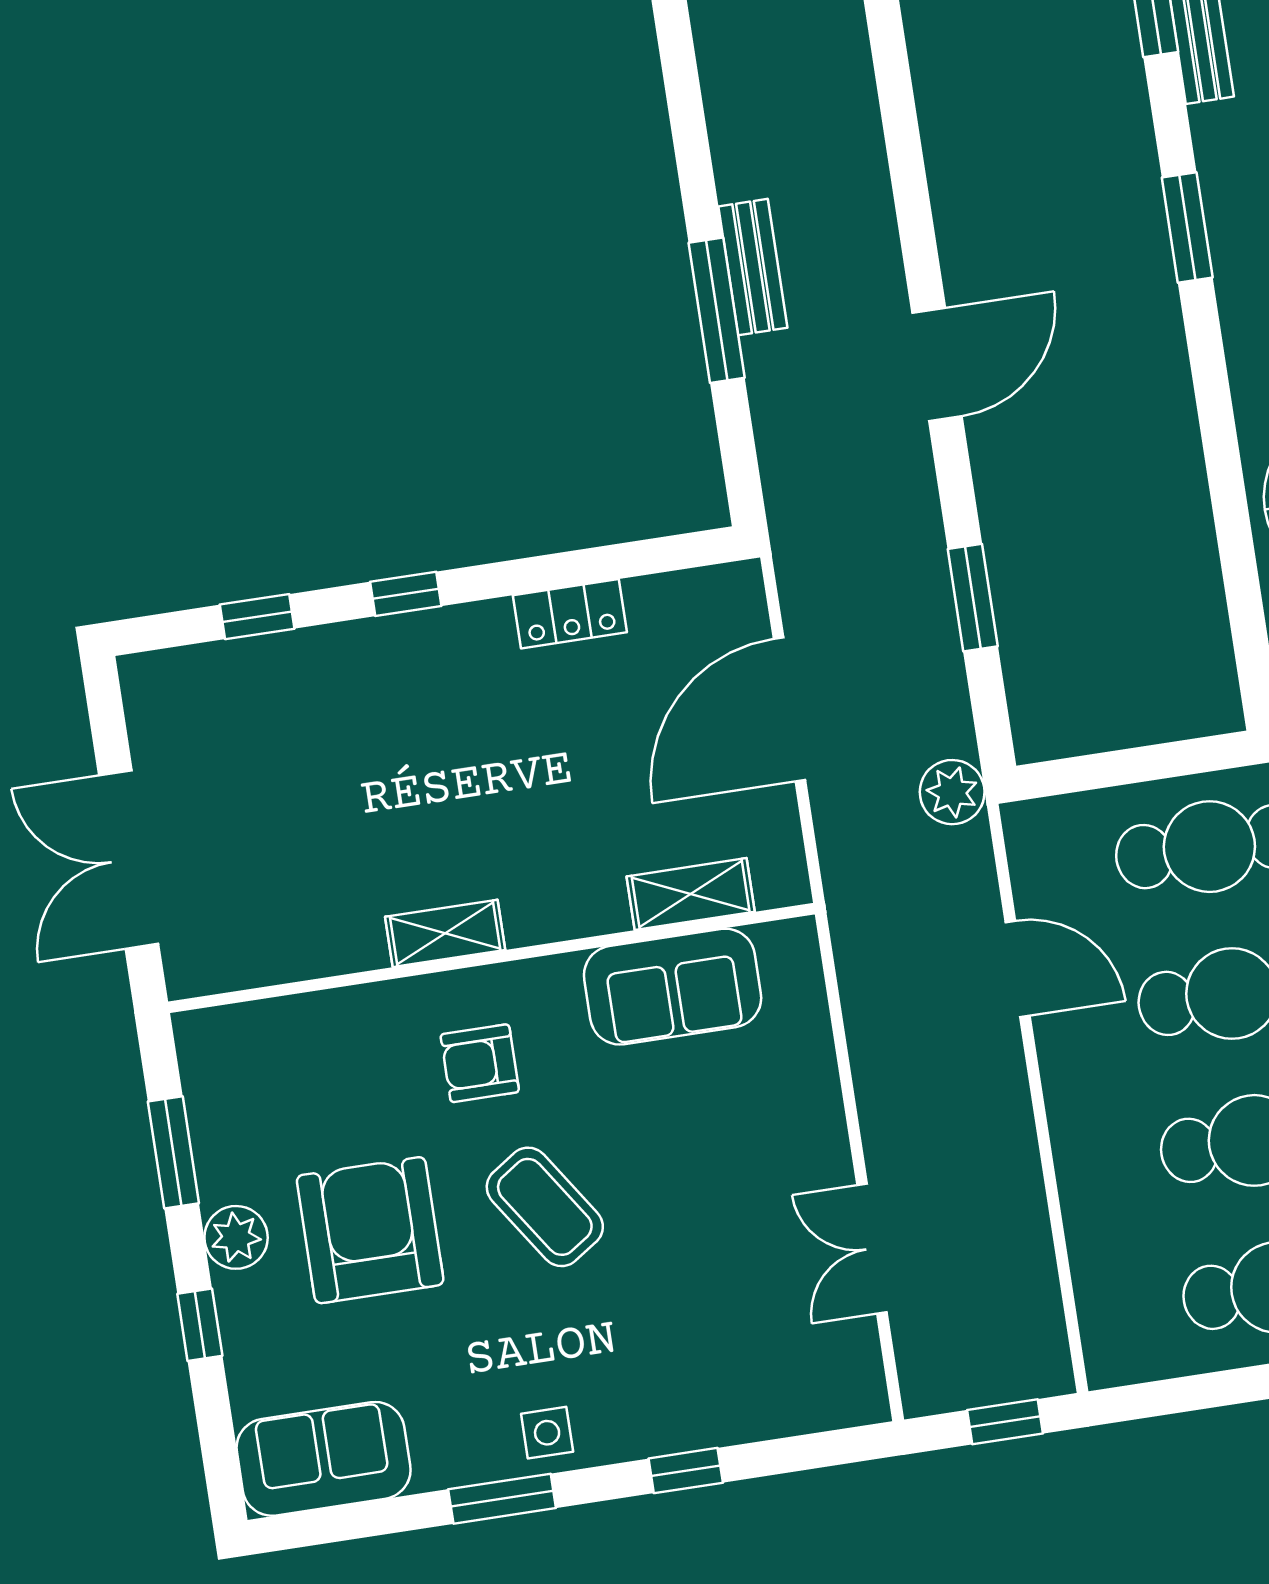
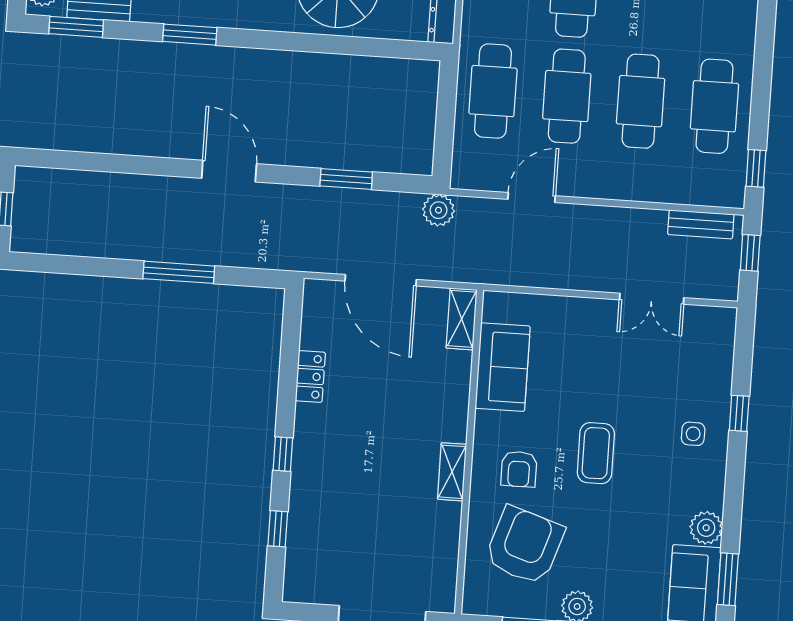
bench: (753, 267) -> (701, 224), moved
shelving: (691, 894) -> (462, 319), moved
coffee table: (545, 1207) -> (596, 453), turned -56
armchair: (370, 1230) -> (525, 545), moved, turned 108
window: (1173, 1396) -> (756, 168), added
side table: (547, 1433) -> (693, 434), moved
plant: (447, 1456) -> (706, 528), added
window: (502, 1499) -> (728, 579), moved

